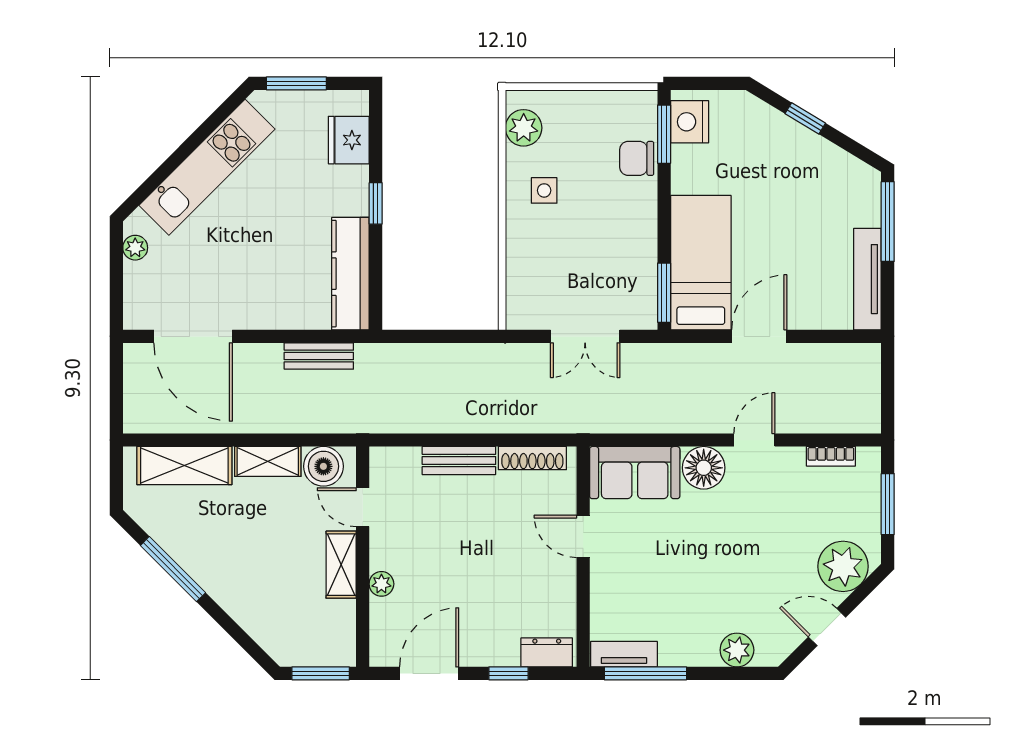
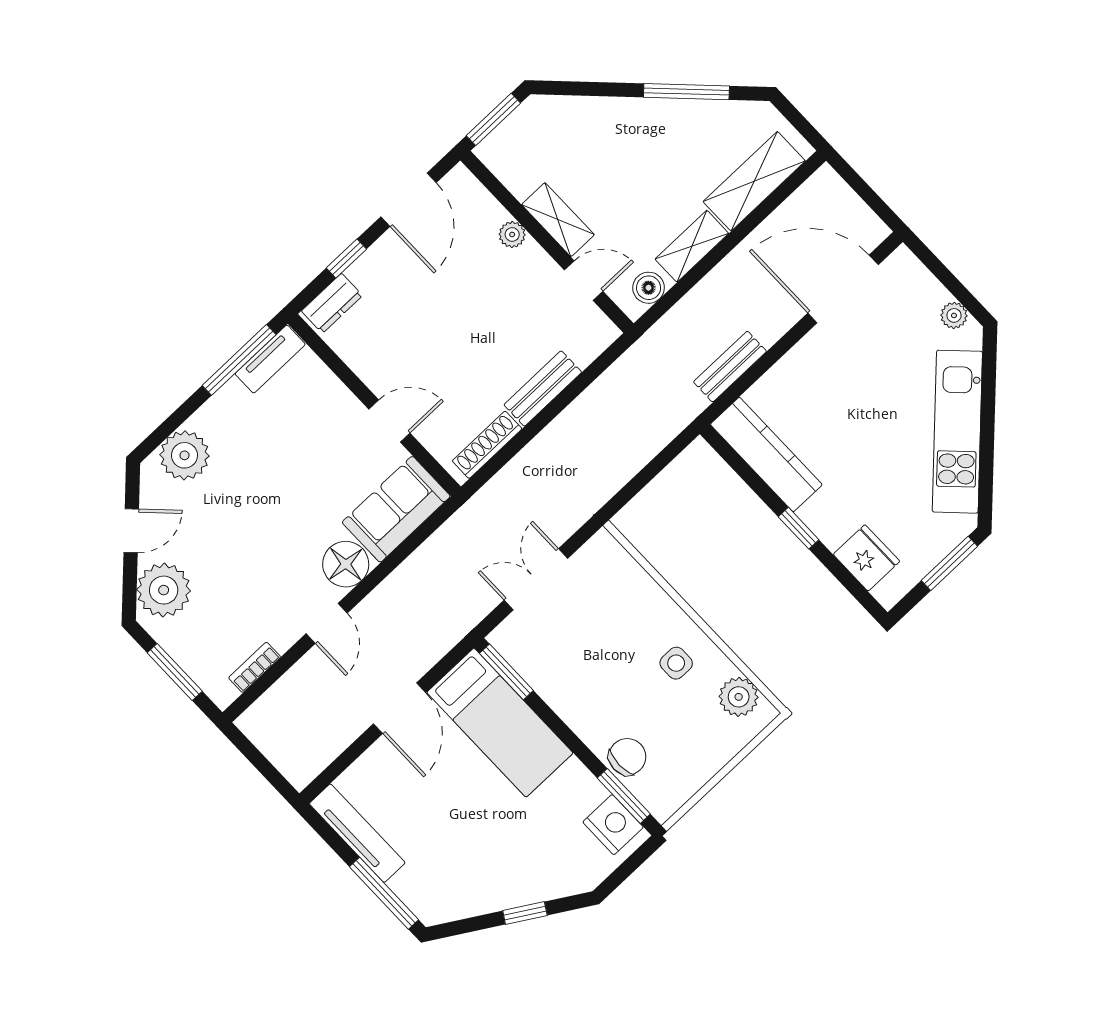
boiler: (323, 466) -> (649, 288), width x0.73, depth x0.73
plant: (737, 650) -> (184, 455), width x1.36, depth x1.36

